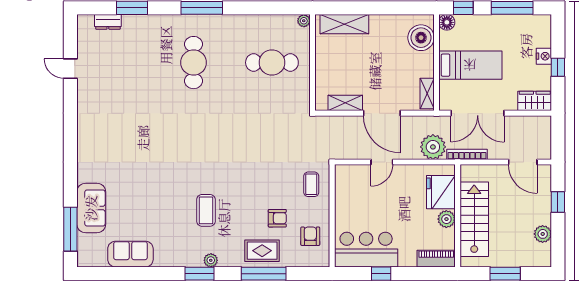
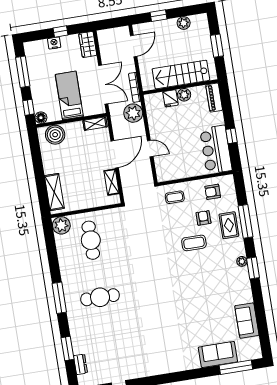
plant: (304, 21) -> (61, 225), width x1.88, depth x1.88
fridge: (441, 192) -> (171, 98), width x0.53, depth x0.75
coffee table: (206, 210) -> (194, 243), moved

